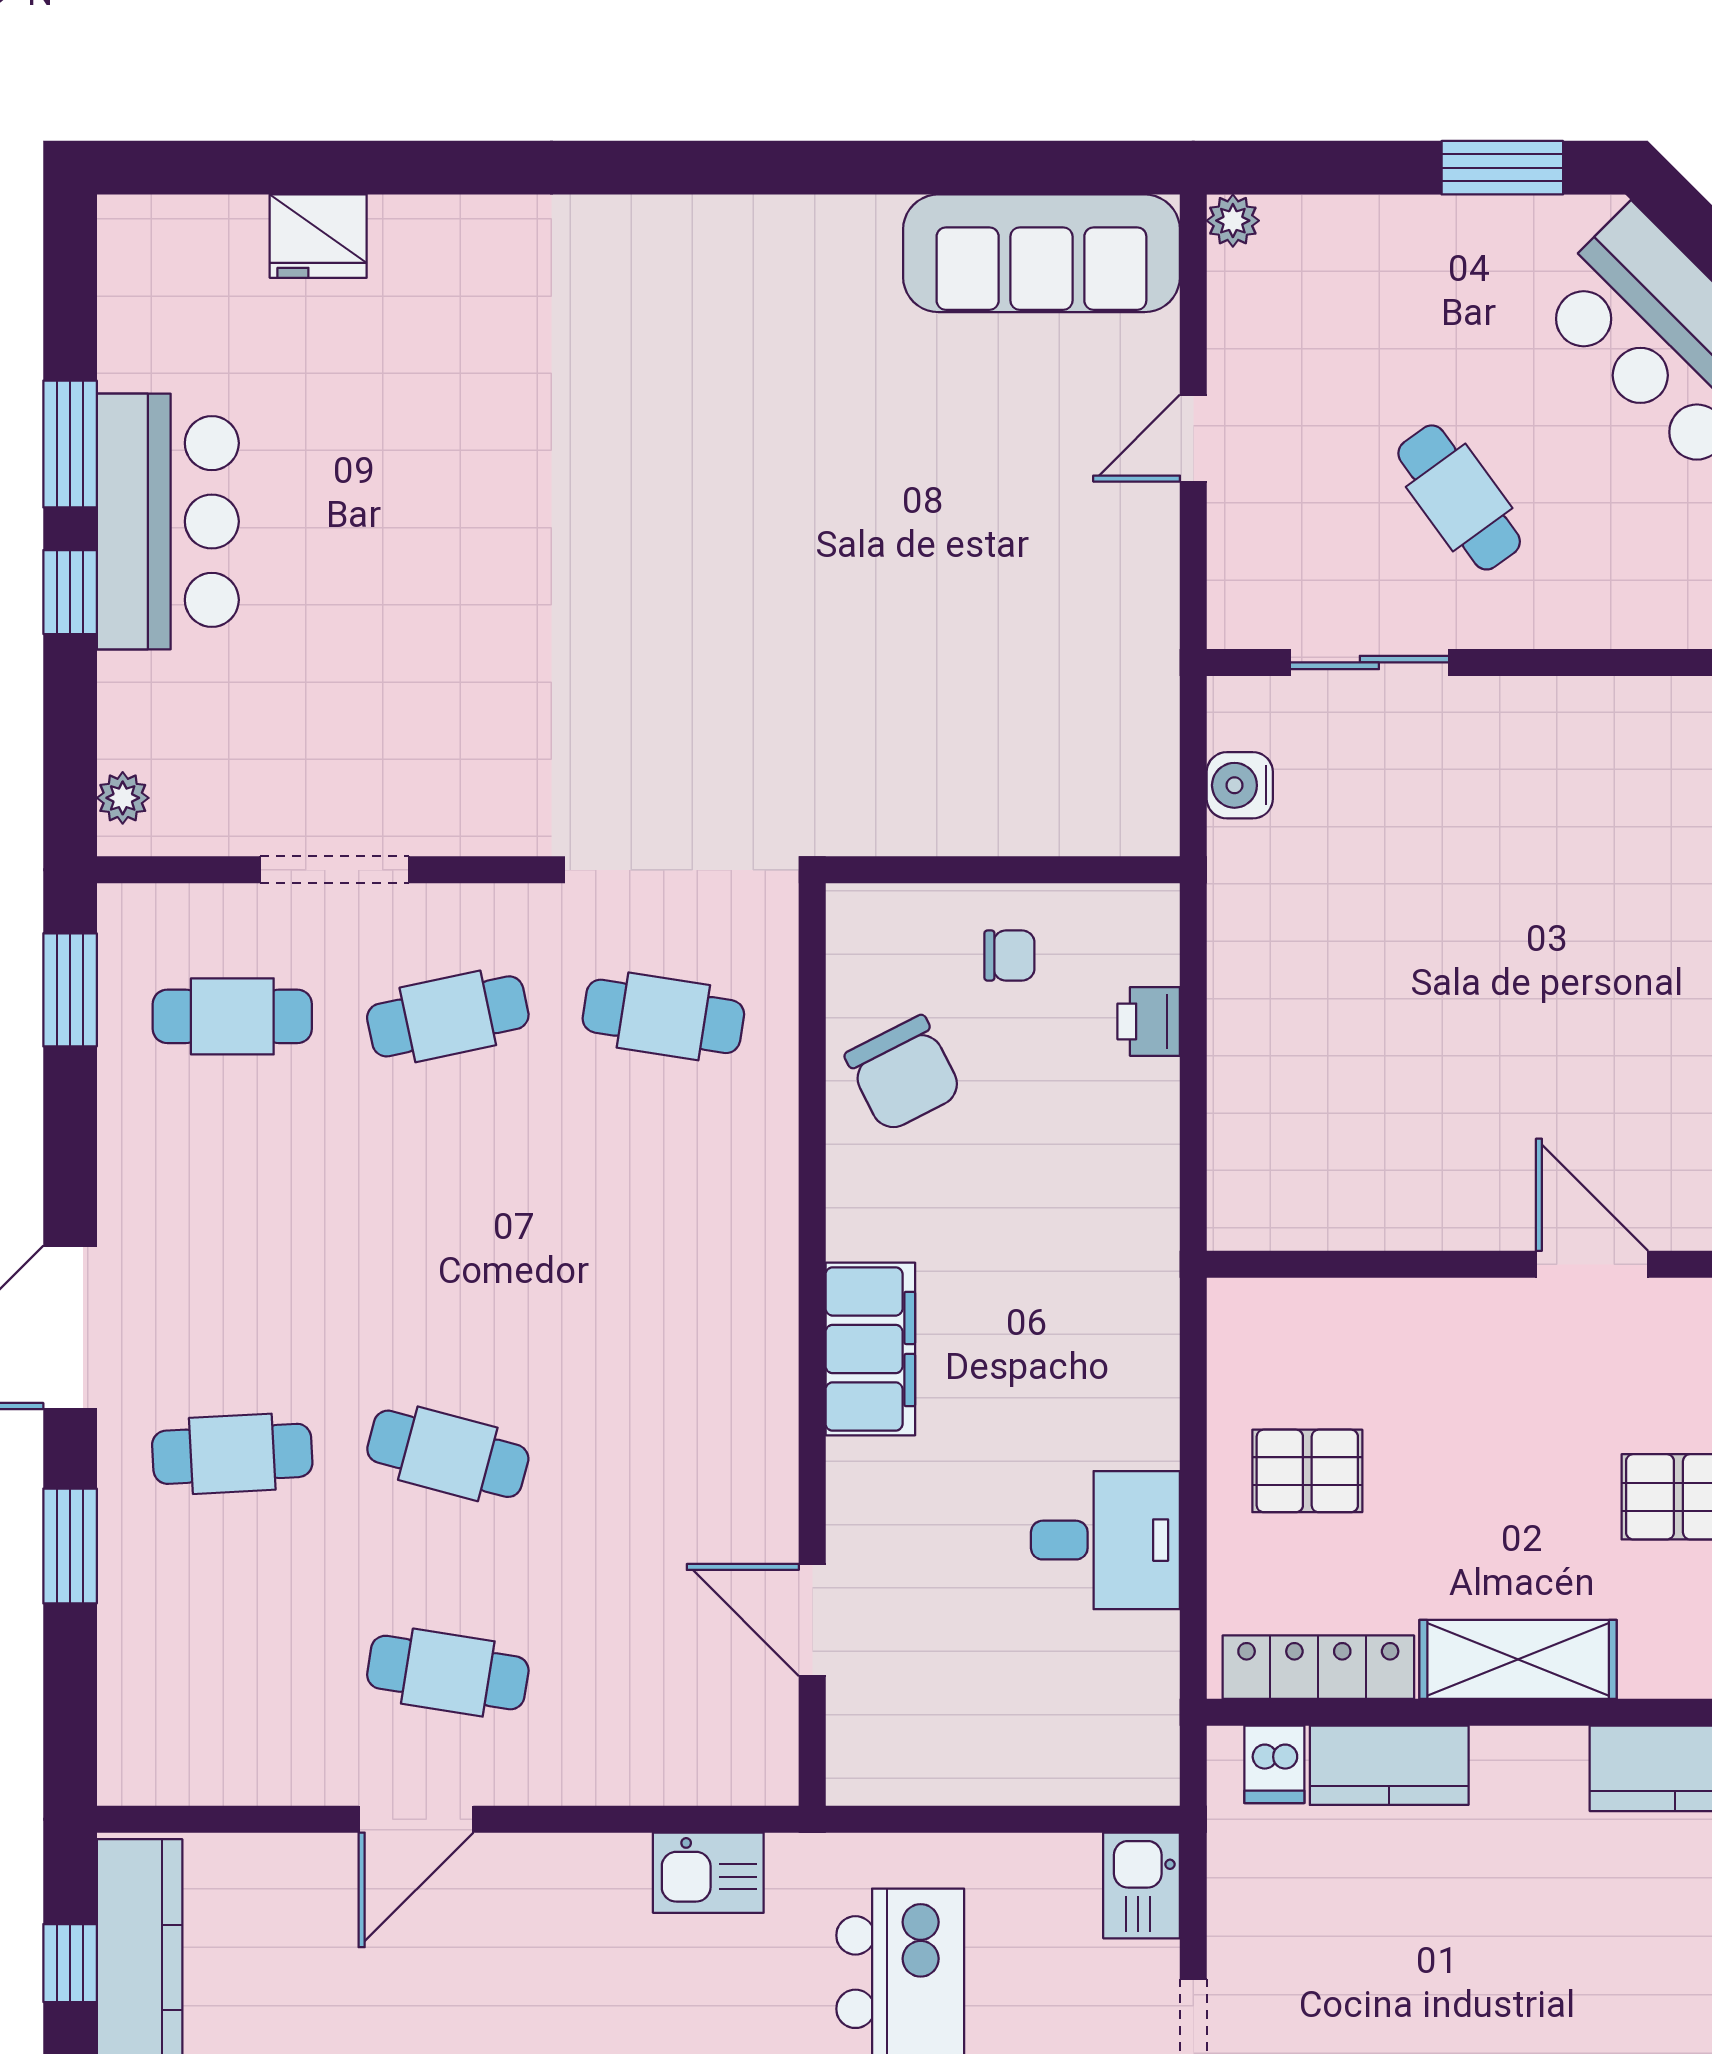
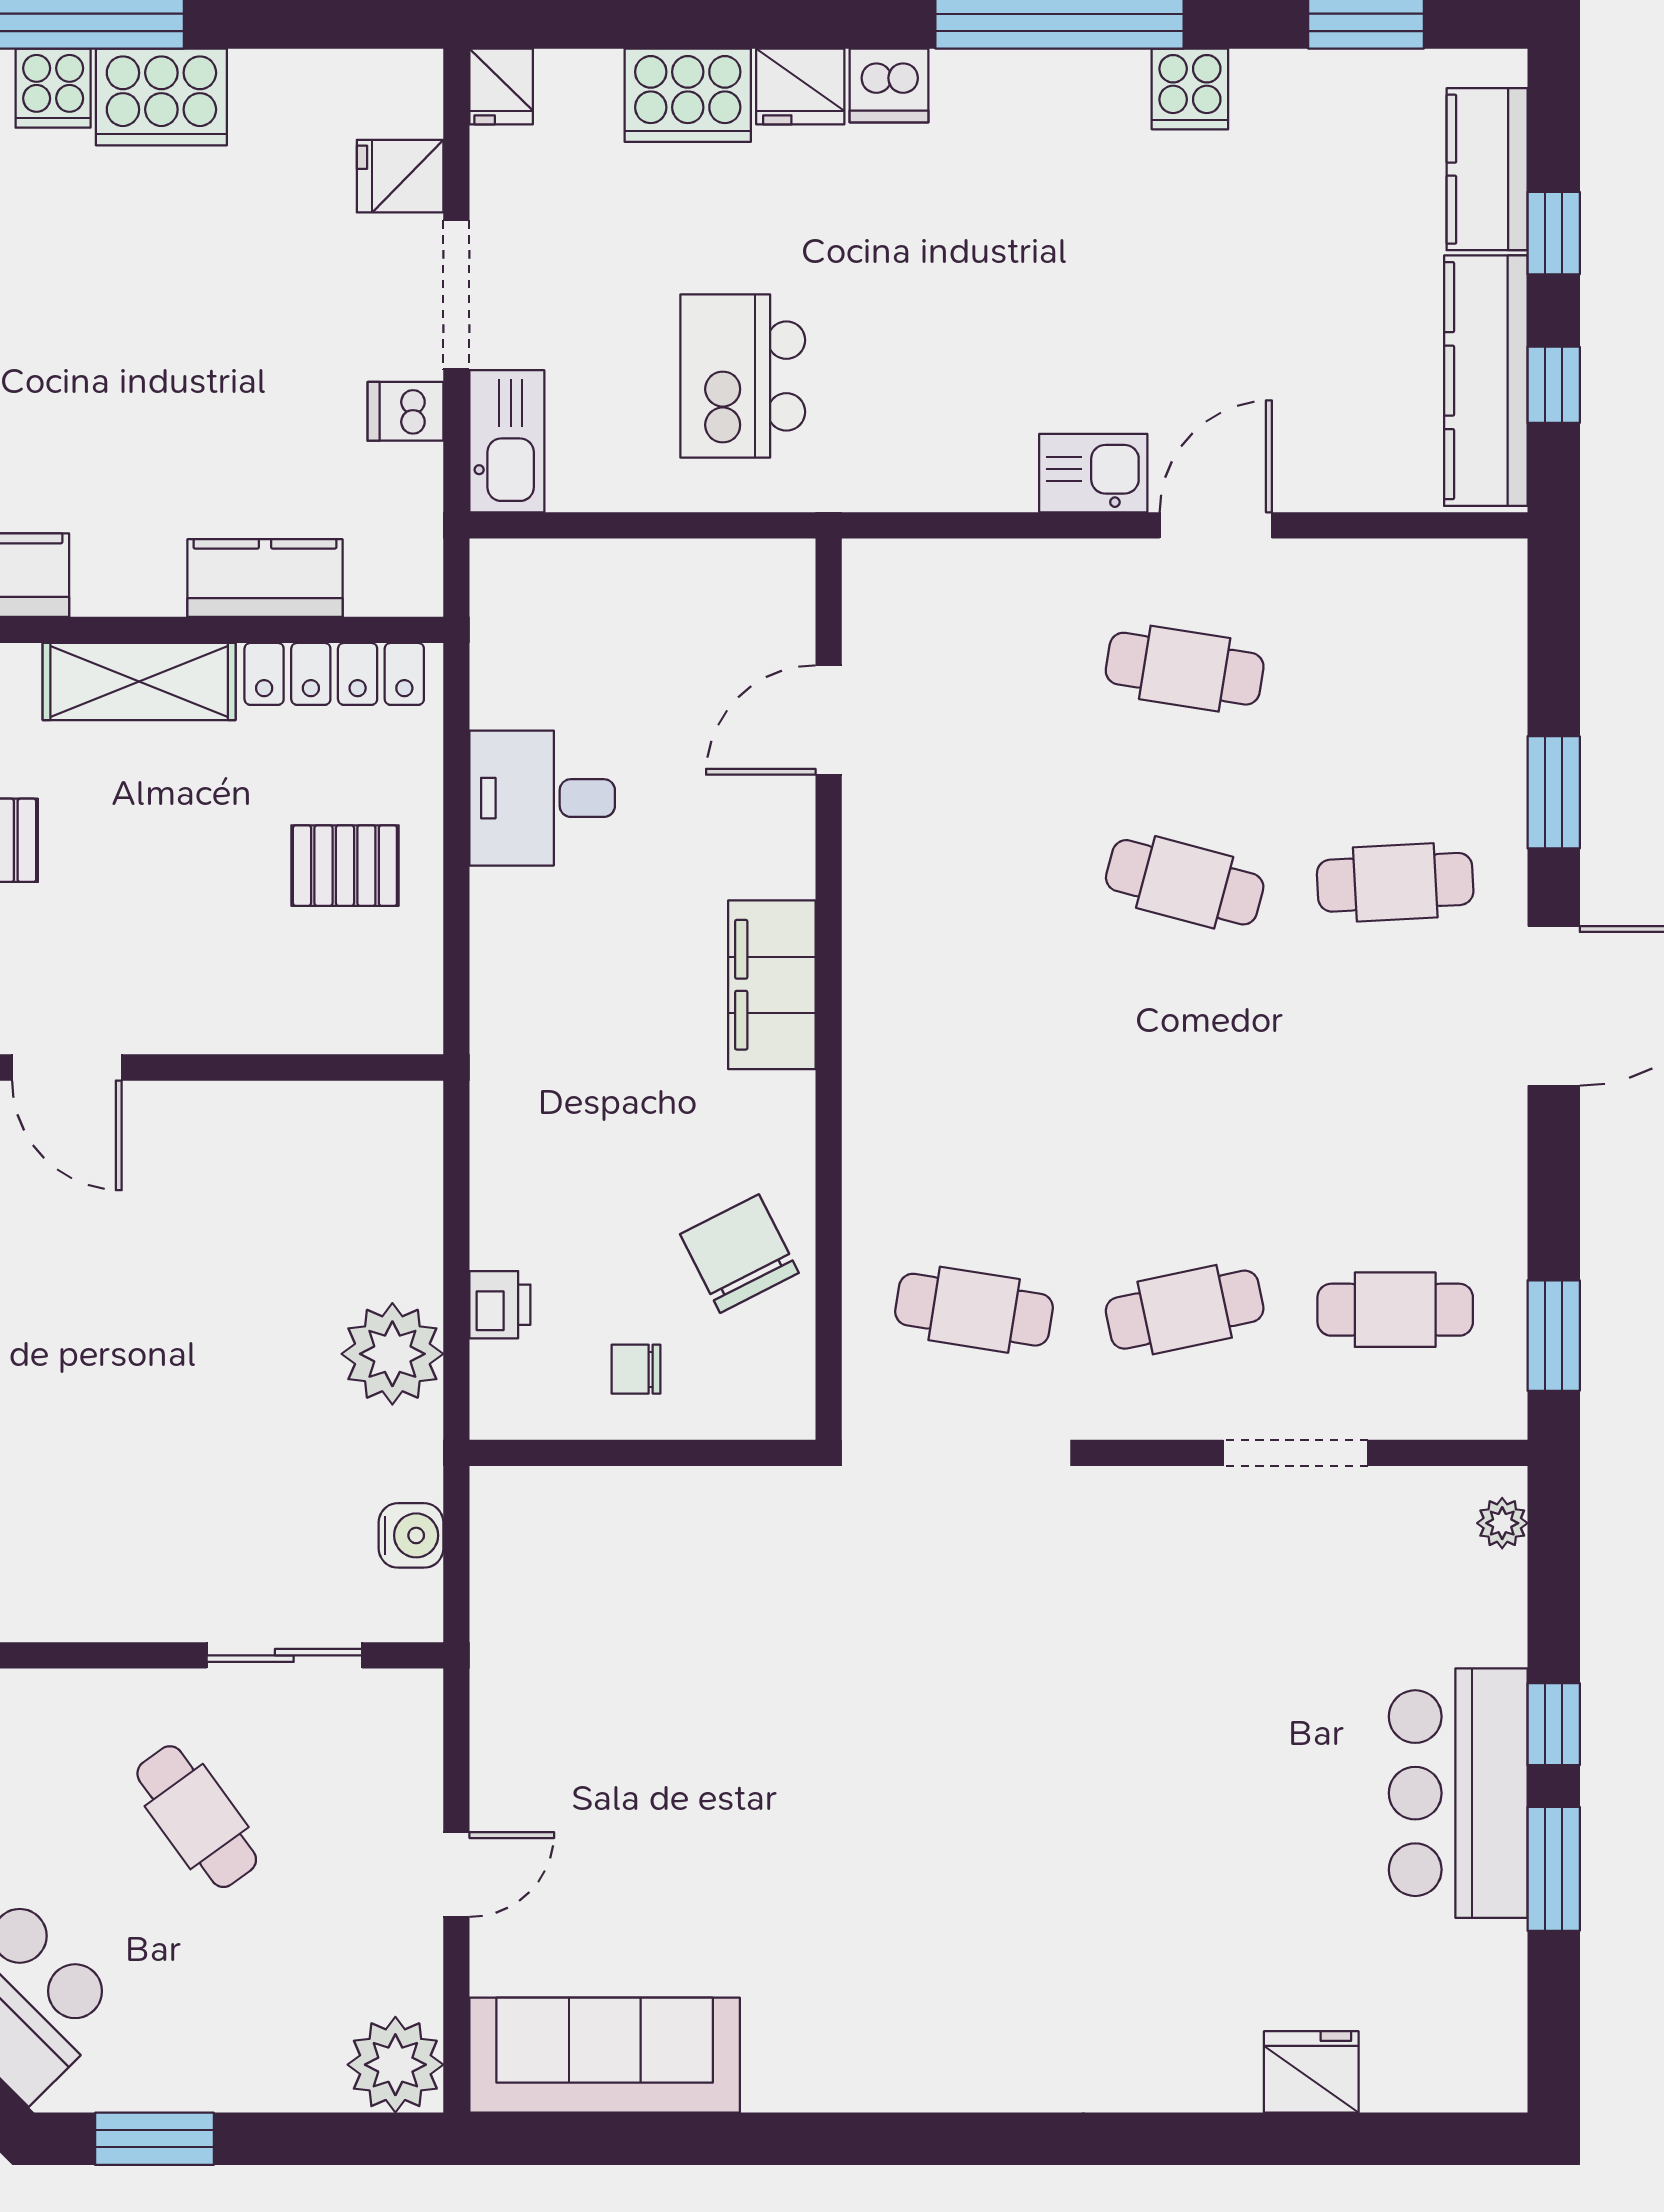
plant: (1233, 221) -> (395, 2065), width x1.87, depth x1.87
plant: (1259, 971) -> (392, 1354), added
door: (812, 1620) -> (829, 720), swing flipped
dishwasher: (1274, 1764) -> (405, 411), moved, turned -90
kitchen sink: (708, 1873) -> (1093, 473), moved
kitchen sink: (1142, 1885) -> (507, 441), width x1.38

